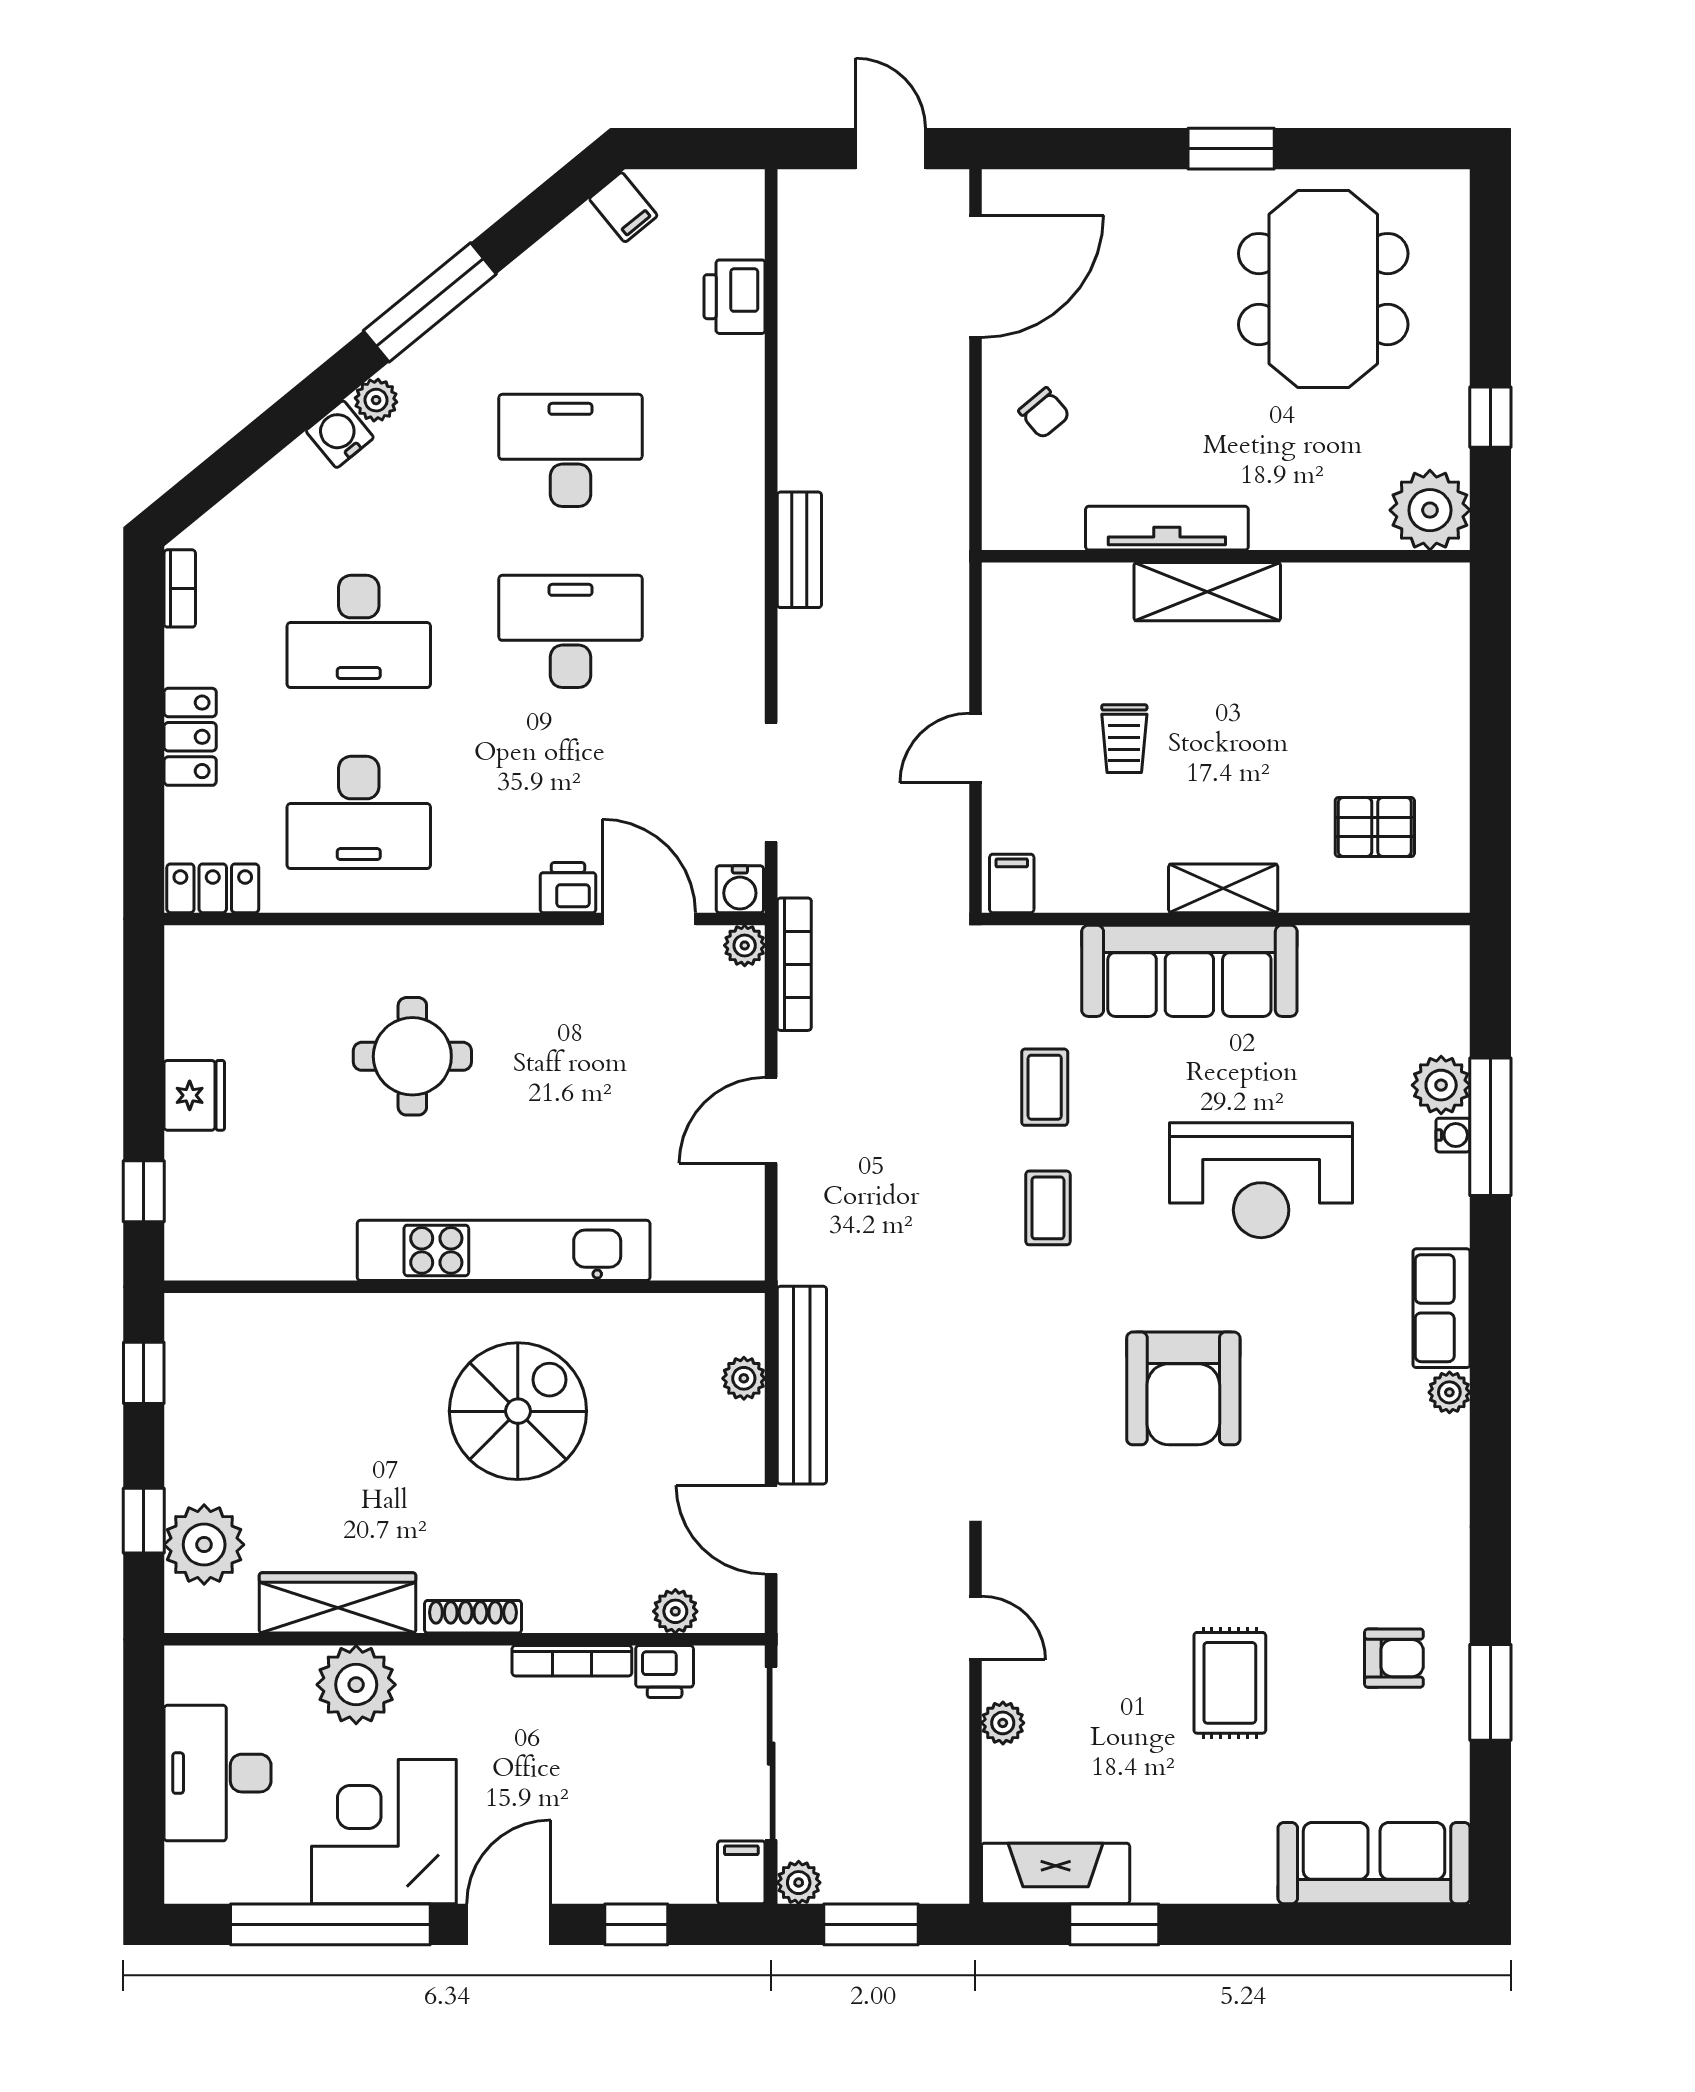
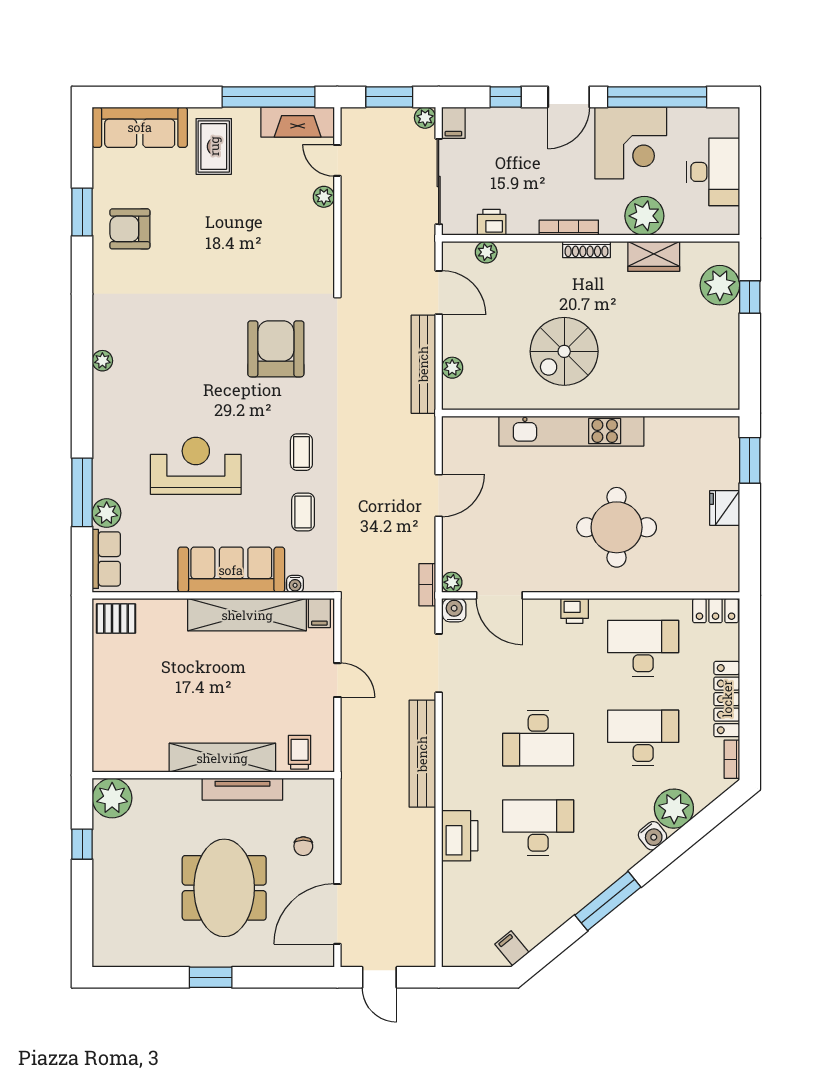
meeting table: (1323, 289) -> (224, 888), moved
printer: (735, 297) -> (460, 836), moved, width x1.37, depth x1.19
plant: (376, 400) -> (674, 809), moved, width x1.87, depth x1.87
chair: (1044, 413) -> (303, 846), turned -140
desk: (570, 450) -> (538, 828), turned 180
bench: (799, 550) -> (422, 754), width x1.86, depth x1.21
shelving: (1207, 592) -> (222, 758), width x1.47
locker: (190, 737) -> (727, 699), width x1.53
trolley: (1124, 739) -> (300, 752), moved
door: (975, 748) -> (337, 680), hinge flipped
pallet: (1375, 827) -> (116, 619), moved
printer: (568, 888) -> (575, 611), moved
shelving: (1223, 888) -> (247, 615), width x2.20, depth x1.33
bookcase: (794, 964) -> (427, 585), width x0.64
round table: (412, 1056) -> (617, 527), width x1.36, depth x1.36
water cooler: (1453, 1135) -> (295, 584), moved, turned -90
window: (144, 1191) -> (750, 460), width x1.50
row of seats: (1442, 1308) -> (106, 559), moved
window: (144, 1373) -> (750, 370), removed
armchair: (1183, 1388) -> (276, 349), moved
wardrobe: (337, 1603) -> (654, 256), width x0.67
door: (975, 1628) -> (337, 160), moved
armchair: (1394, 1658) -> (130, 229), width x1.38, depth x1.38
bookcase: (572, 1661) -> (569, 228), moved
rug: (1230, 1683) -> (214, 146), moved
window: (1114, 1924) -> (269, 97), width x2.11

